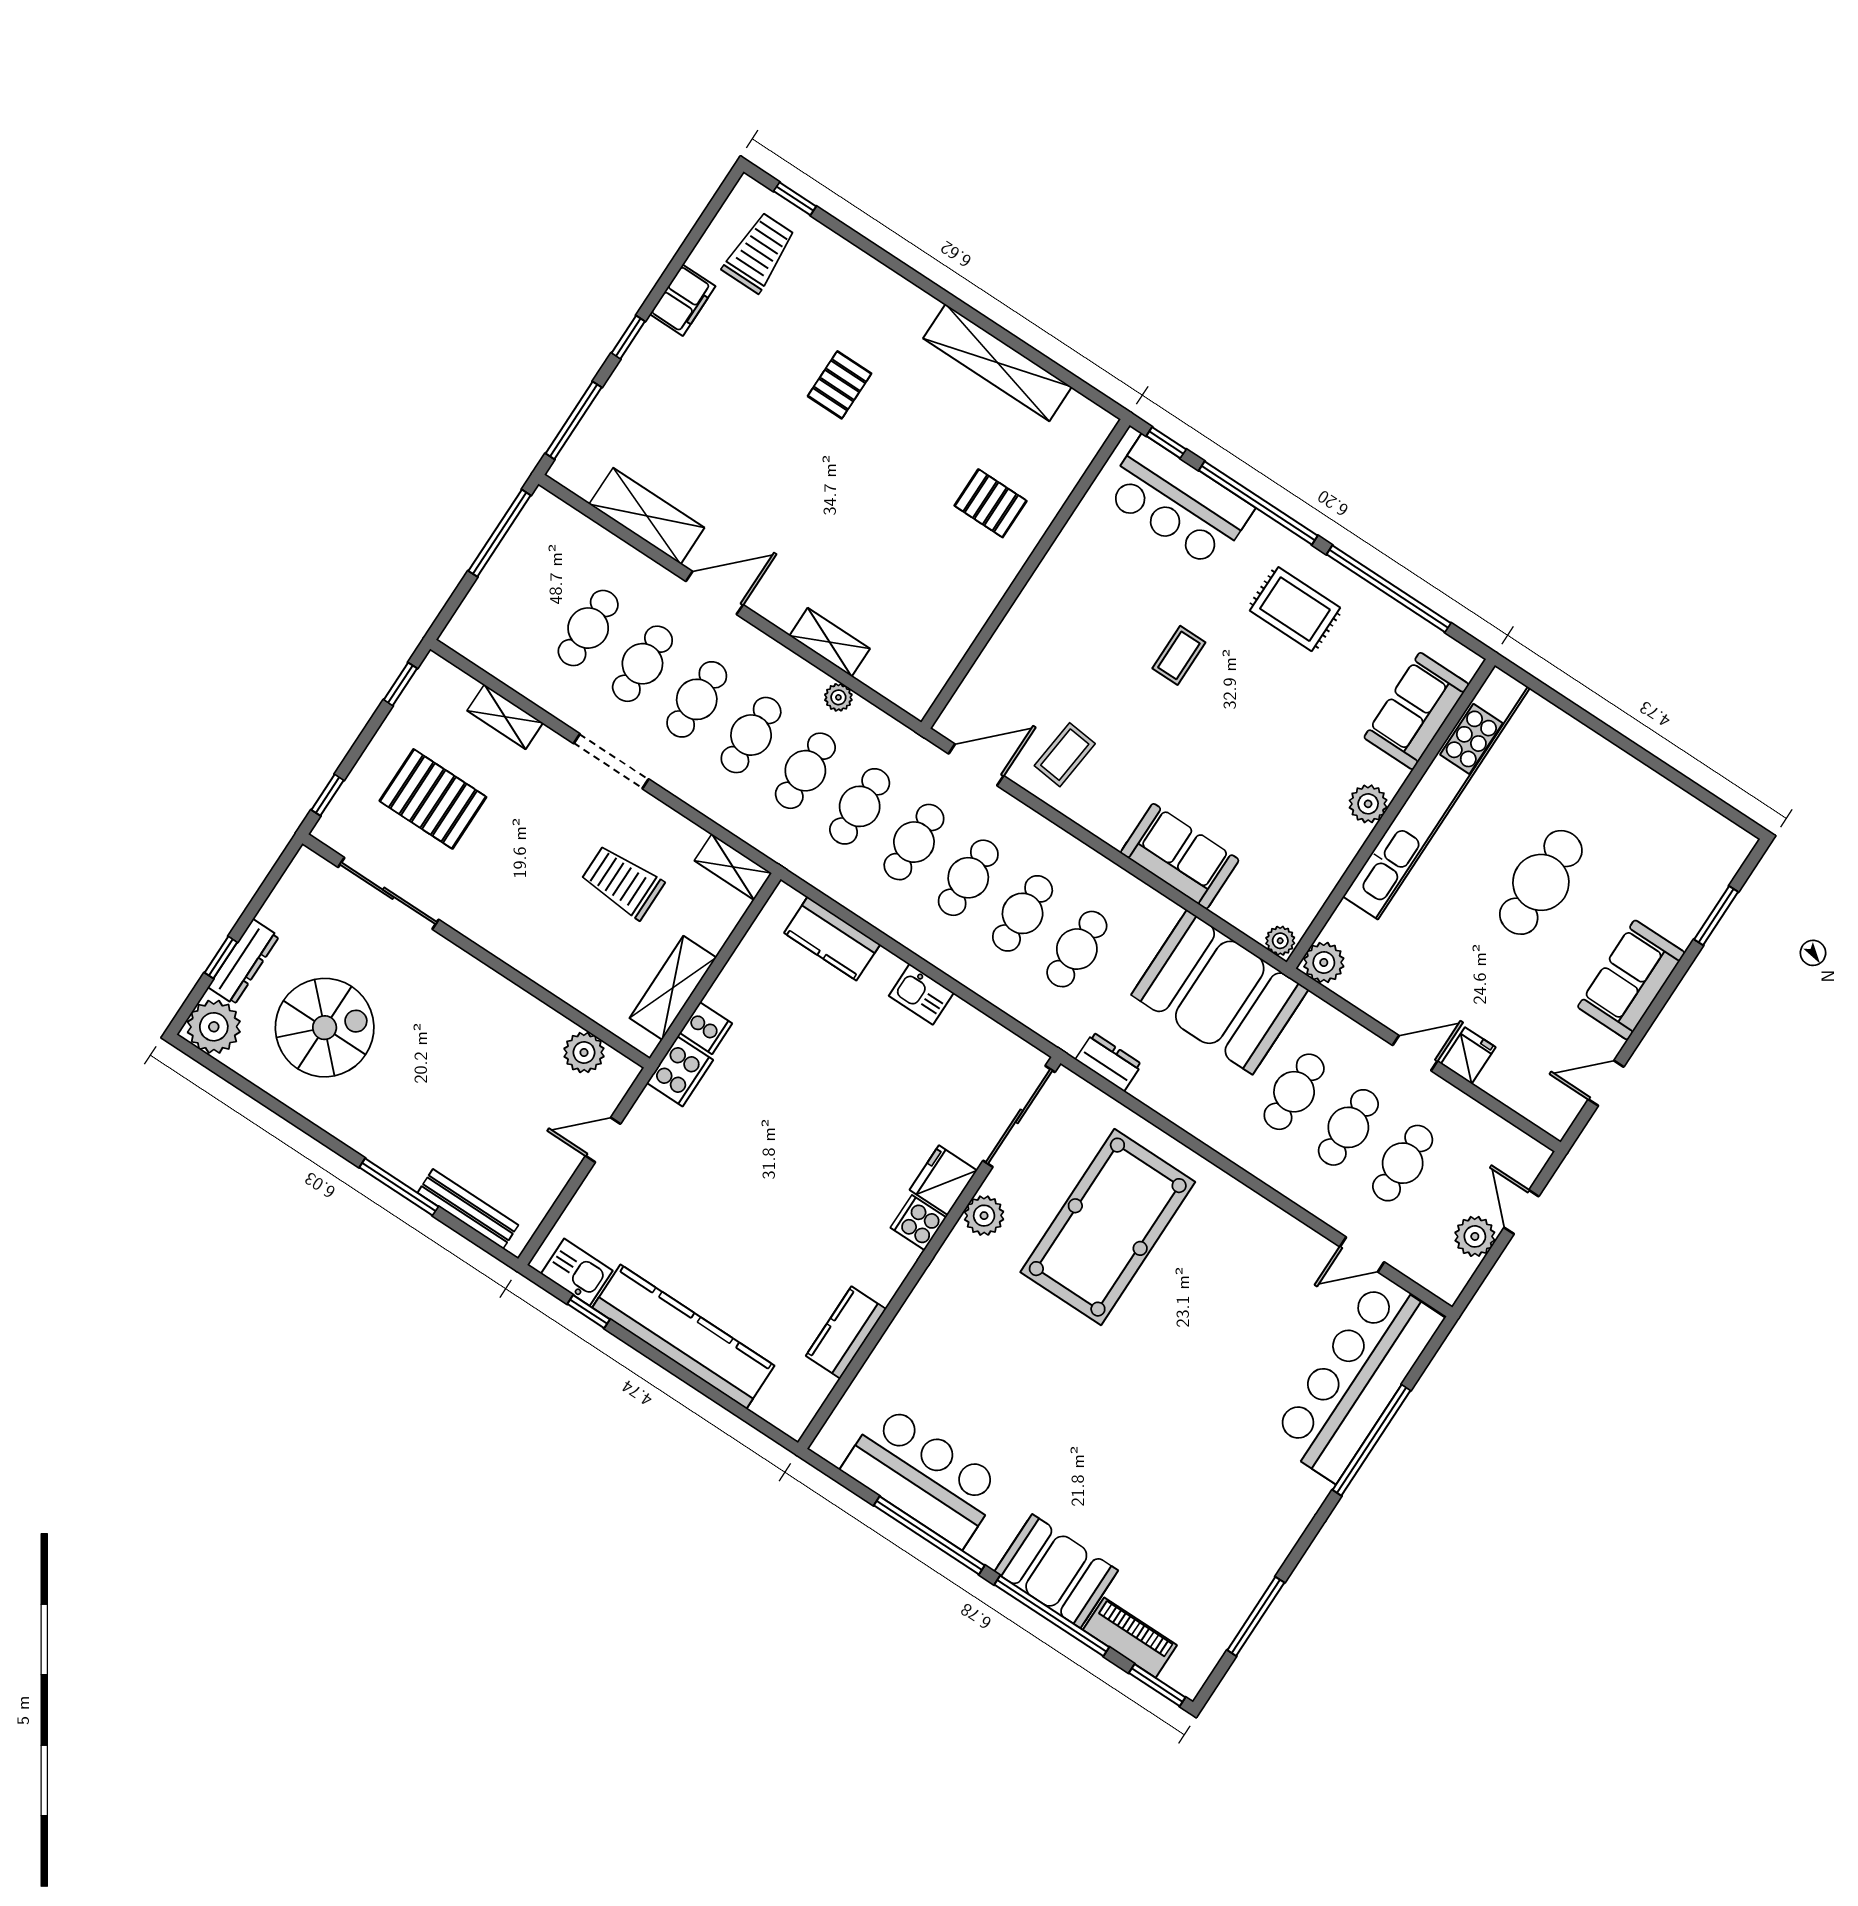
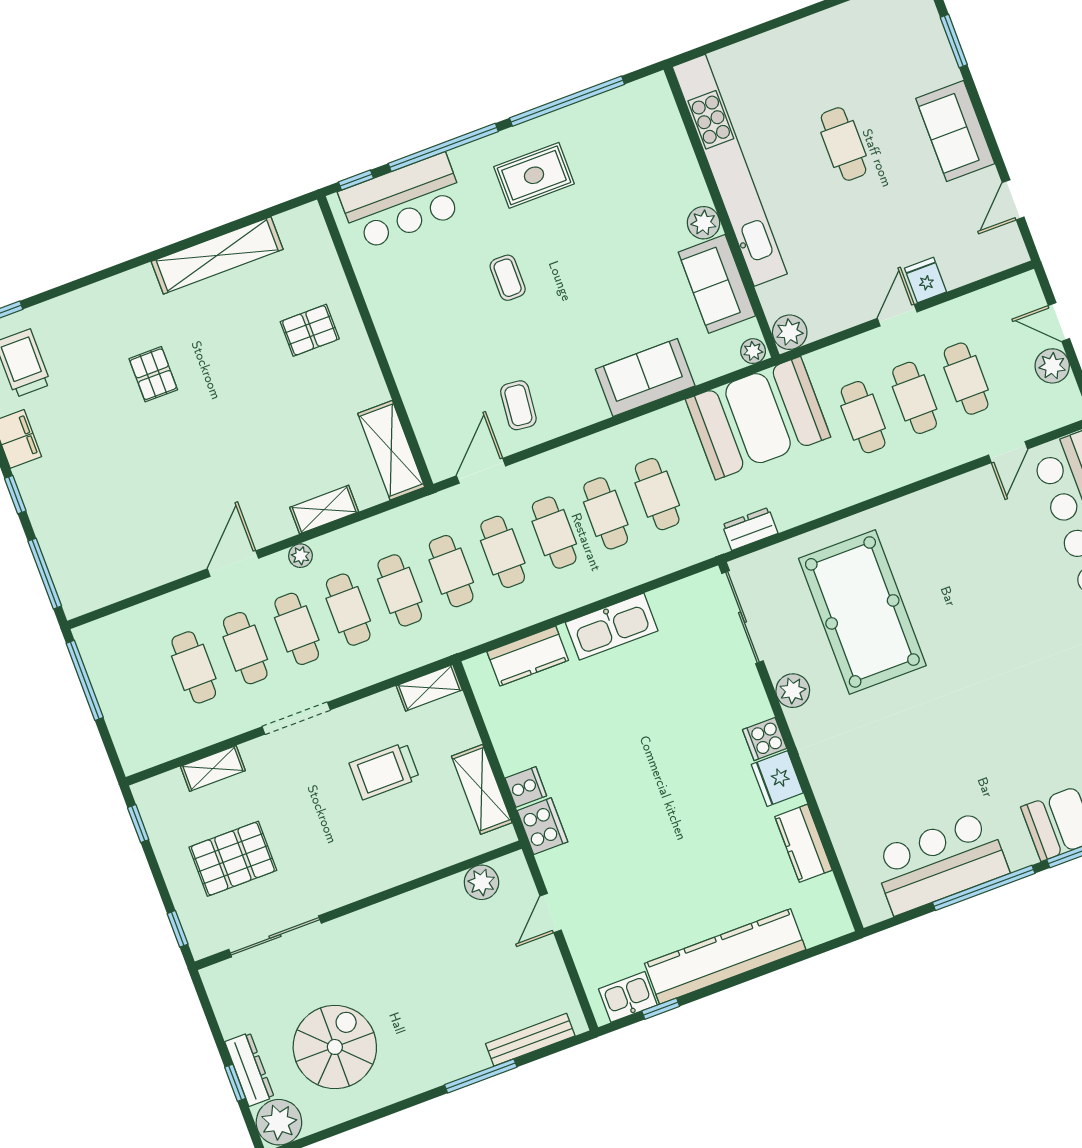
shelving: (647, 516) -> (391, 450), moved, turned 90
plant: (838, 697) -> (300, 556), moved
sofa: (1416, 711) -> (717, 284), moved
cafe table: (1541, 882) -> (844, 144), width x0.73, depth x0.74
kitchen sink: (921, 994) -> (612, 627), width x1.87, depth x1.24
fridge: (943, 1180) -> (777, 779), moved

